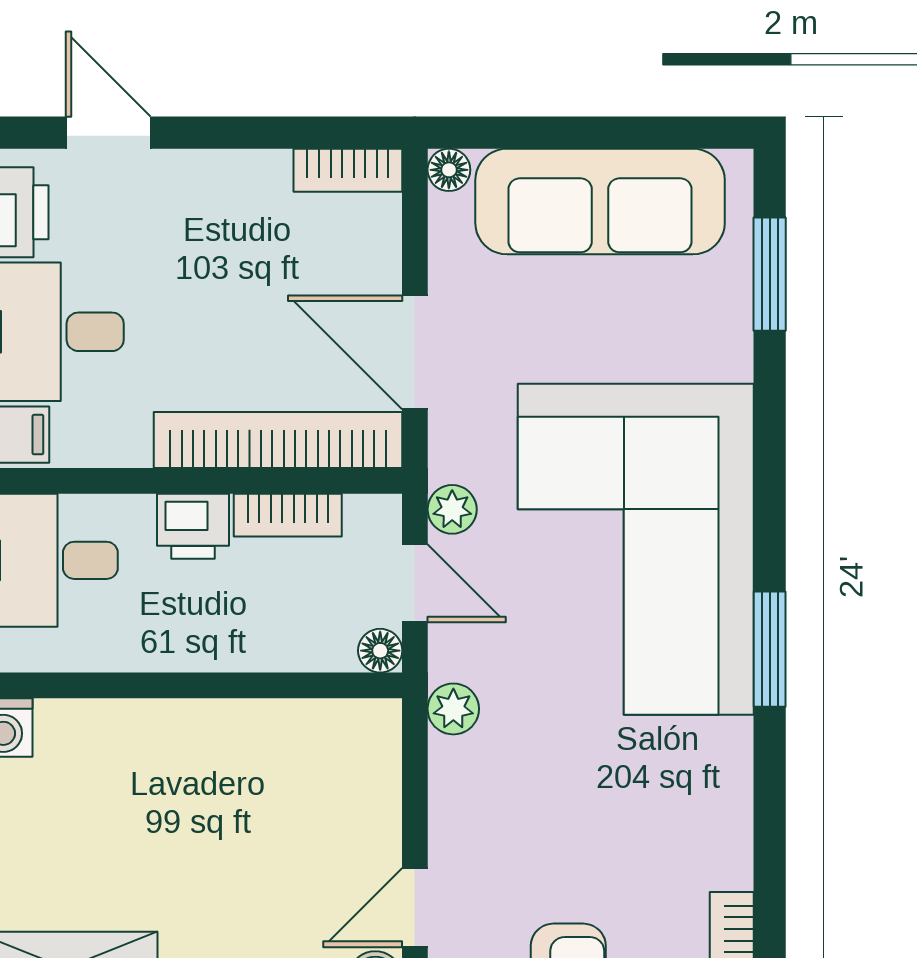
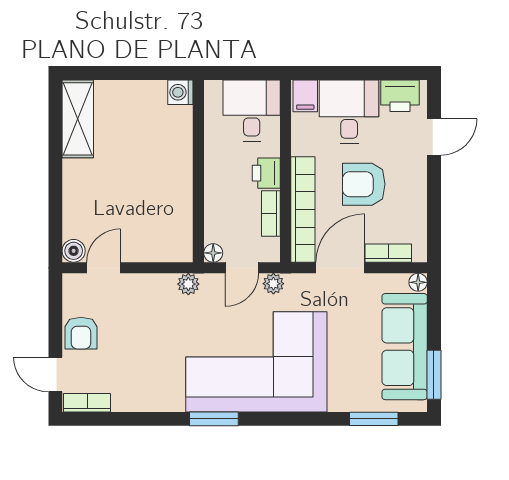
window: (666, 133) -> (434, 375), added
bookcase: (348, 170) -> (388, 253), moved, turned 90
armchair: (219, 297) -> (364, 184), added
door: (415, 908) -> (104, 268), hinge flipped

